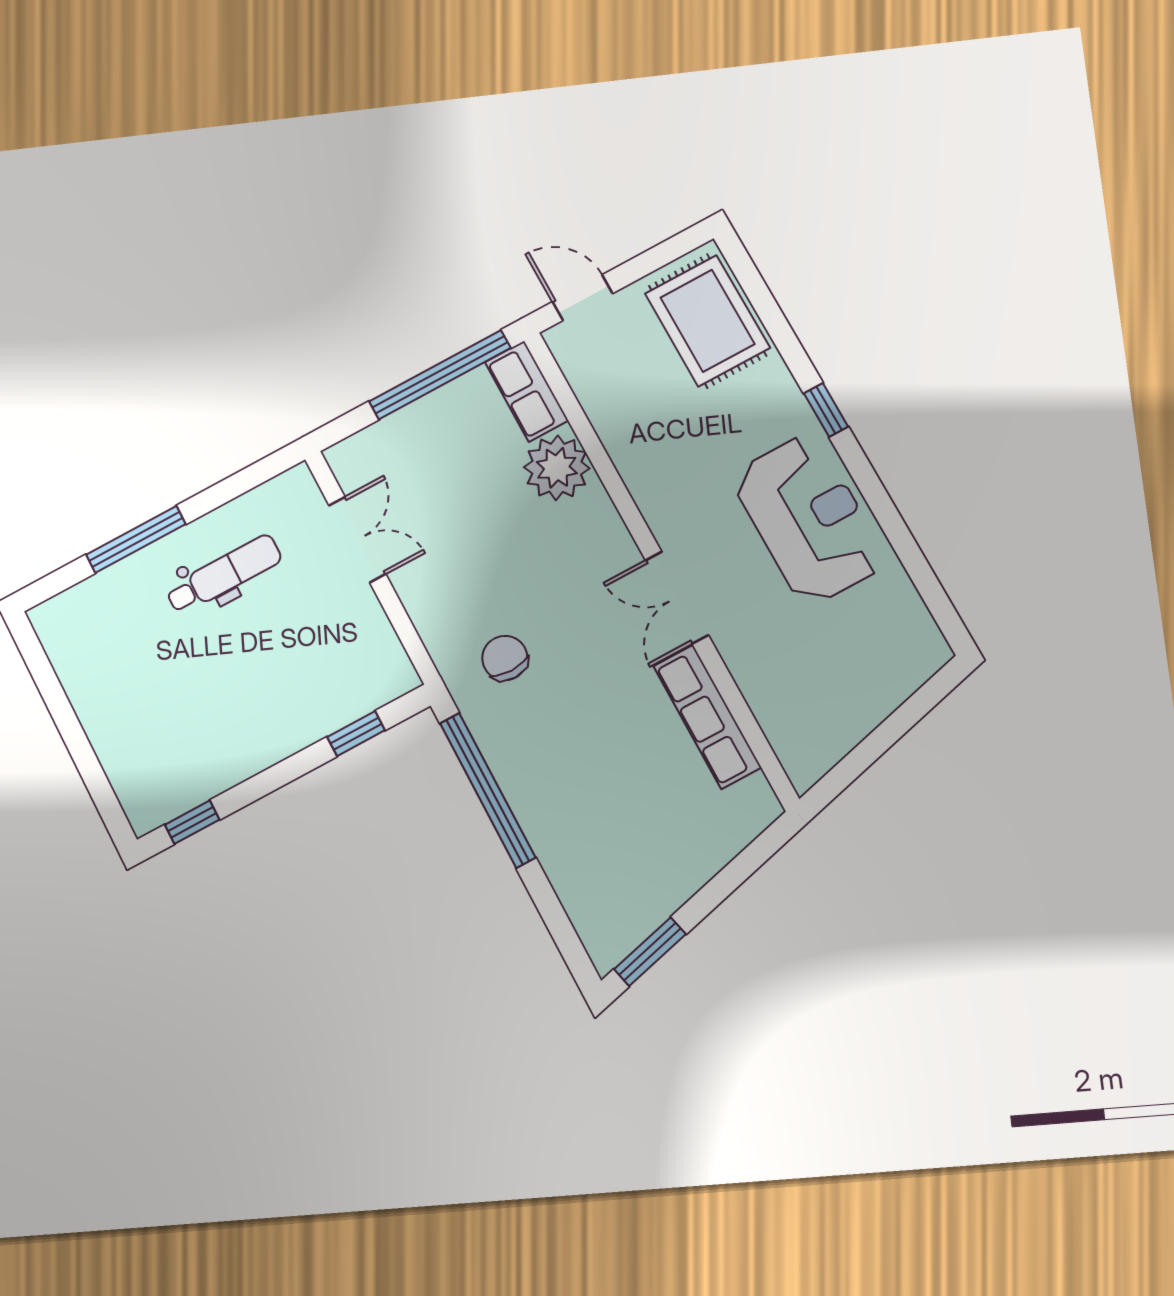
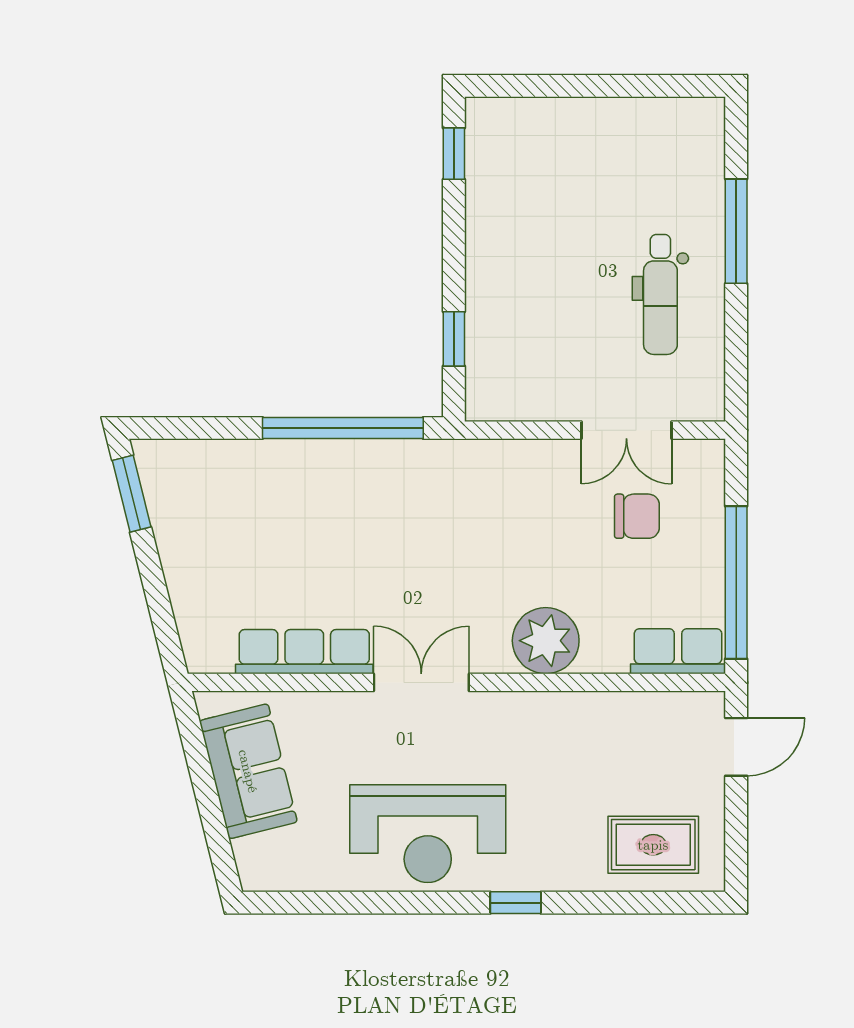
rug: (707, 321) -> (653, 845), width x0.73, depth x0.70
plant: (557, 468) -> (546, 641), moved
chair: (505, 658) -> (637, 516), moved
sofa: (843, 709) -> (248, 771), added

